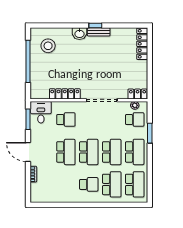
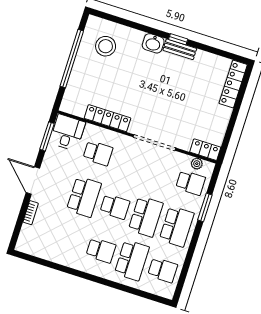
school desk: (89, 152) -> (115, 207), width x0.54
school desk: (135, 184) -> (163, 270), width x0.54

